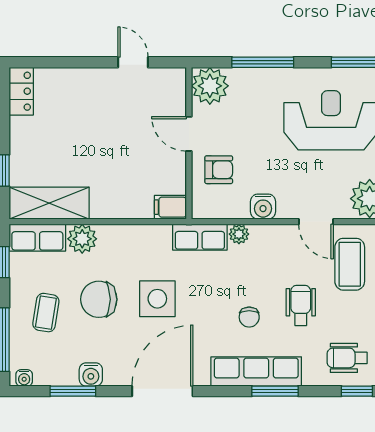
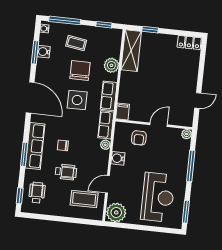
plant: (210, 86) -> (187, 134), width x0.53, depth x0.53
row of seats: (37, 238) -> (109, 96), moved
water cooler: (91, 374) -> (44, 52), moved

